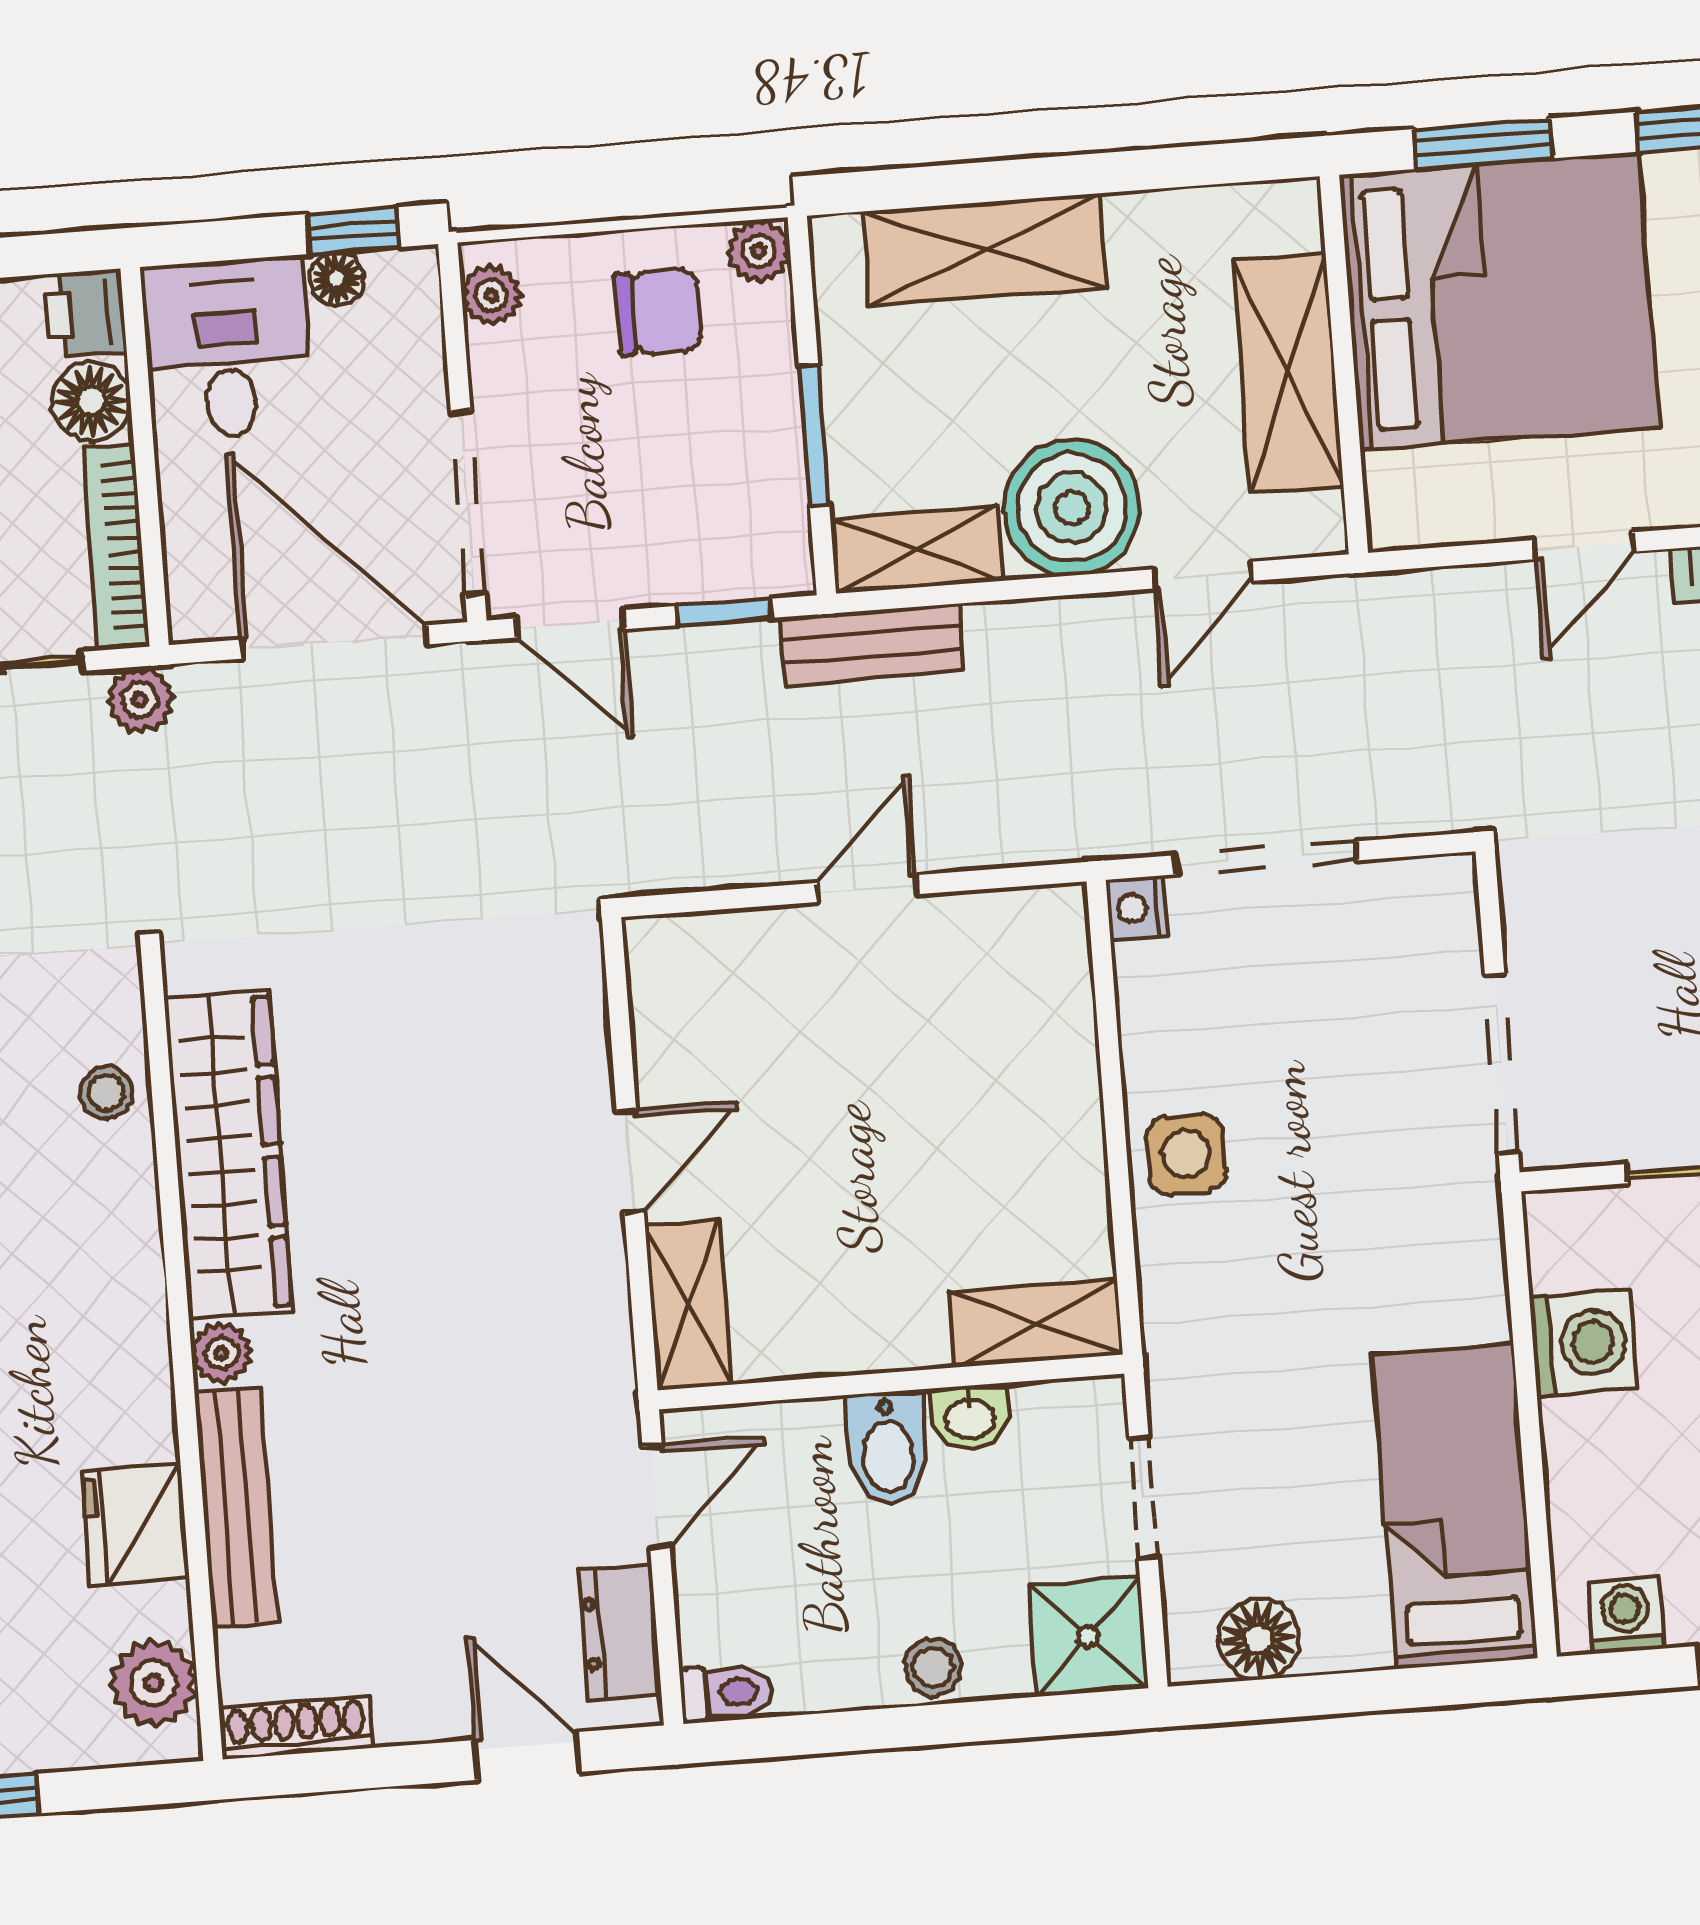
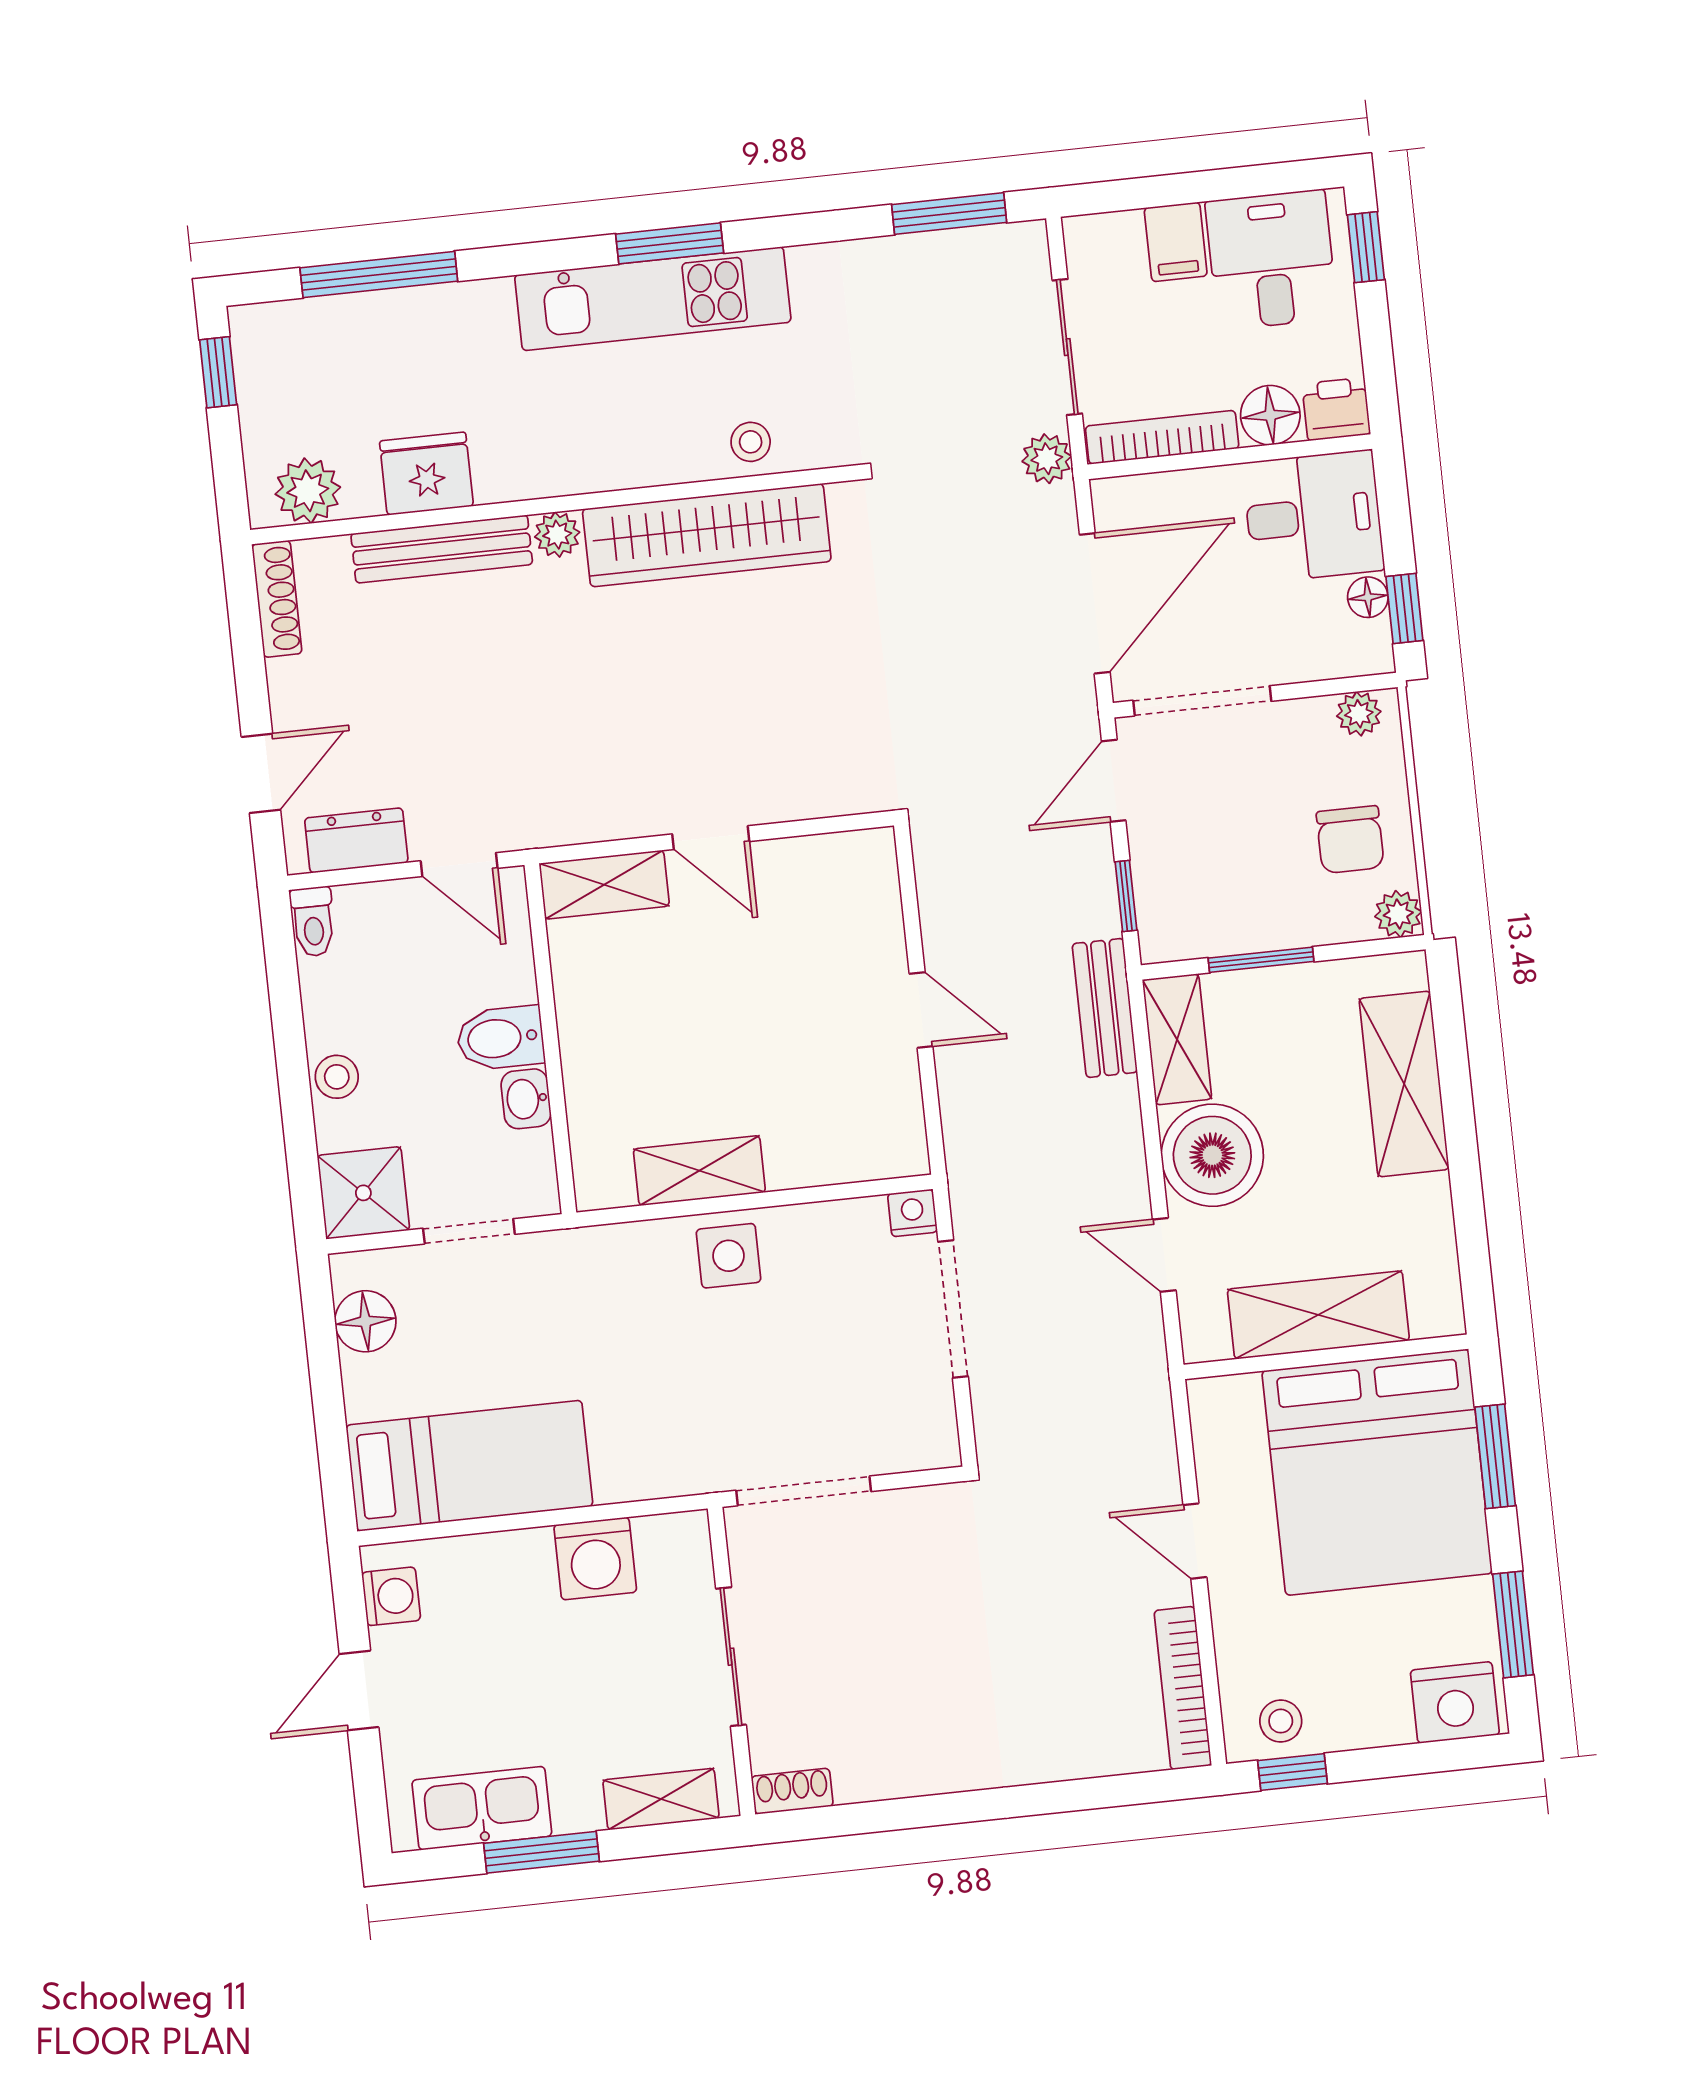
shelving: (1036, 1323) -> (699, 1171), moved, turned 90

